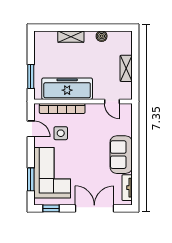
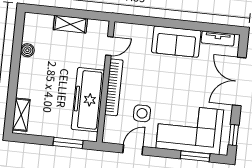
shelving: (71, 37) -> (21, 115), moved
bookcase: (62, 108) -> (114, 87), moved

